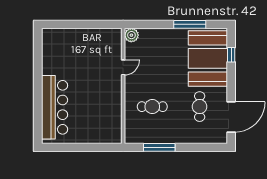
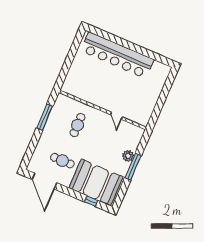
window: (190, 24) -> (133, 167), moved
plant: (131, 35) -> (128, 156), moved
bar counter: (55, 107) -> (117, 55), width x1.36

